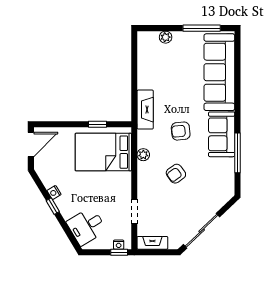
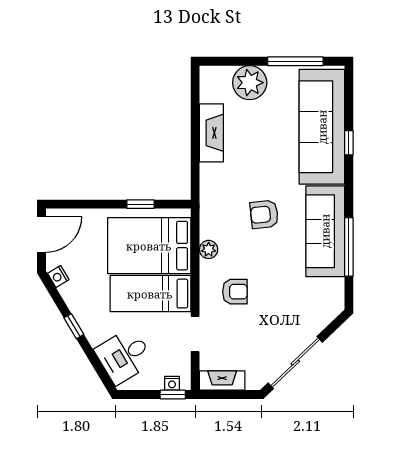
plant: (166, 37) -> (250, 83), width x1.88, depth x1.88
window: (238, 83) -> (349, 143), added
fireplace: (145, 110) -> (211, 133), moved
sofa: (222, 134) -> (325, 231), width x1.36
armchair: (176, 174) -> (235, 292), moved, turned -144
bed: (104, 184) -> (150, 294), added
nightstand: (54, 193) -> (58, 277), moved

